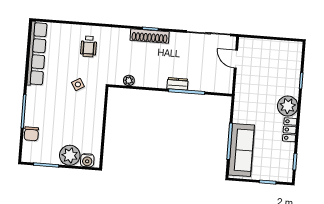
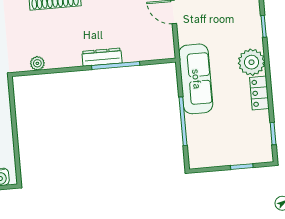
dresser: (178, 84) -> (102, 57), width x1.44
sofa: (241, 150) -> (196, 79), moved

